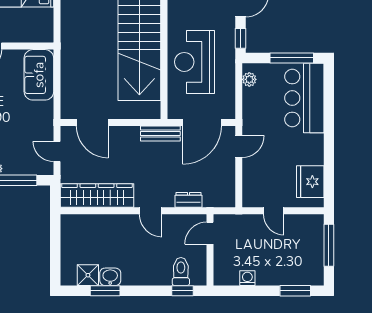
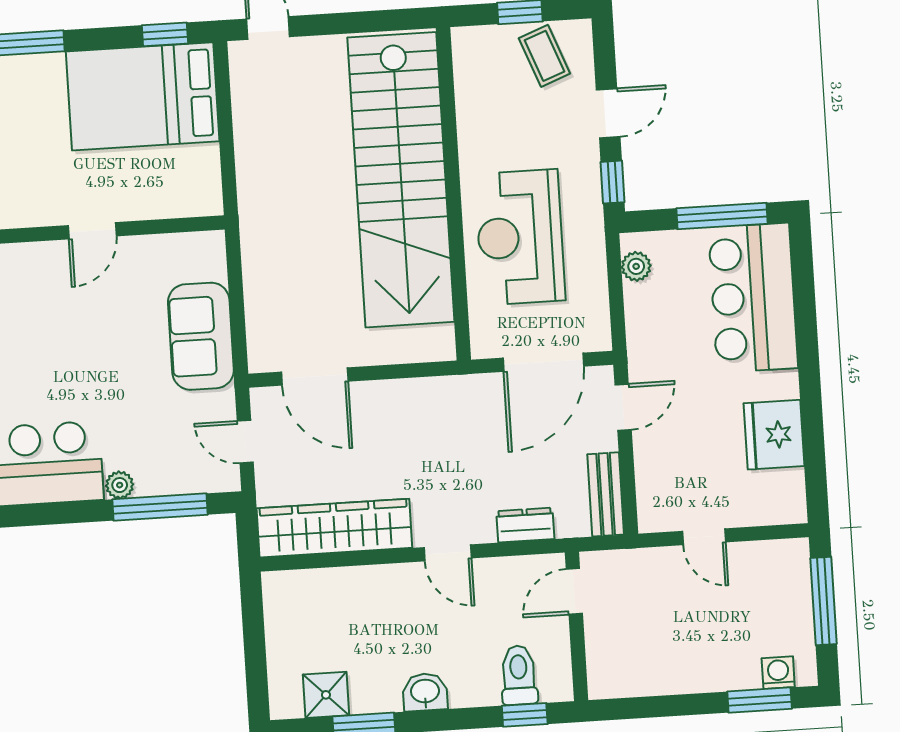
sofa: (39, 75) -> (201, 336), moved
bench: (160, 133) -> (606, 494), moved, turned 90
fridge: (310, 182) -> (774, 435), moved
washbasin: (110, 277) -> (425, 692), moved
washing machine: (247, 278) -> (778, 673), moved

